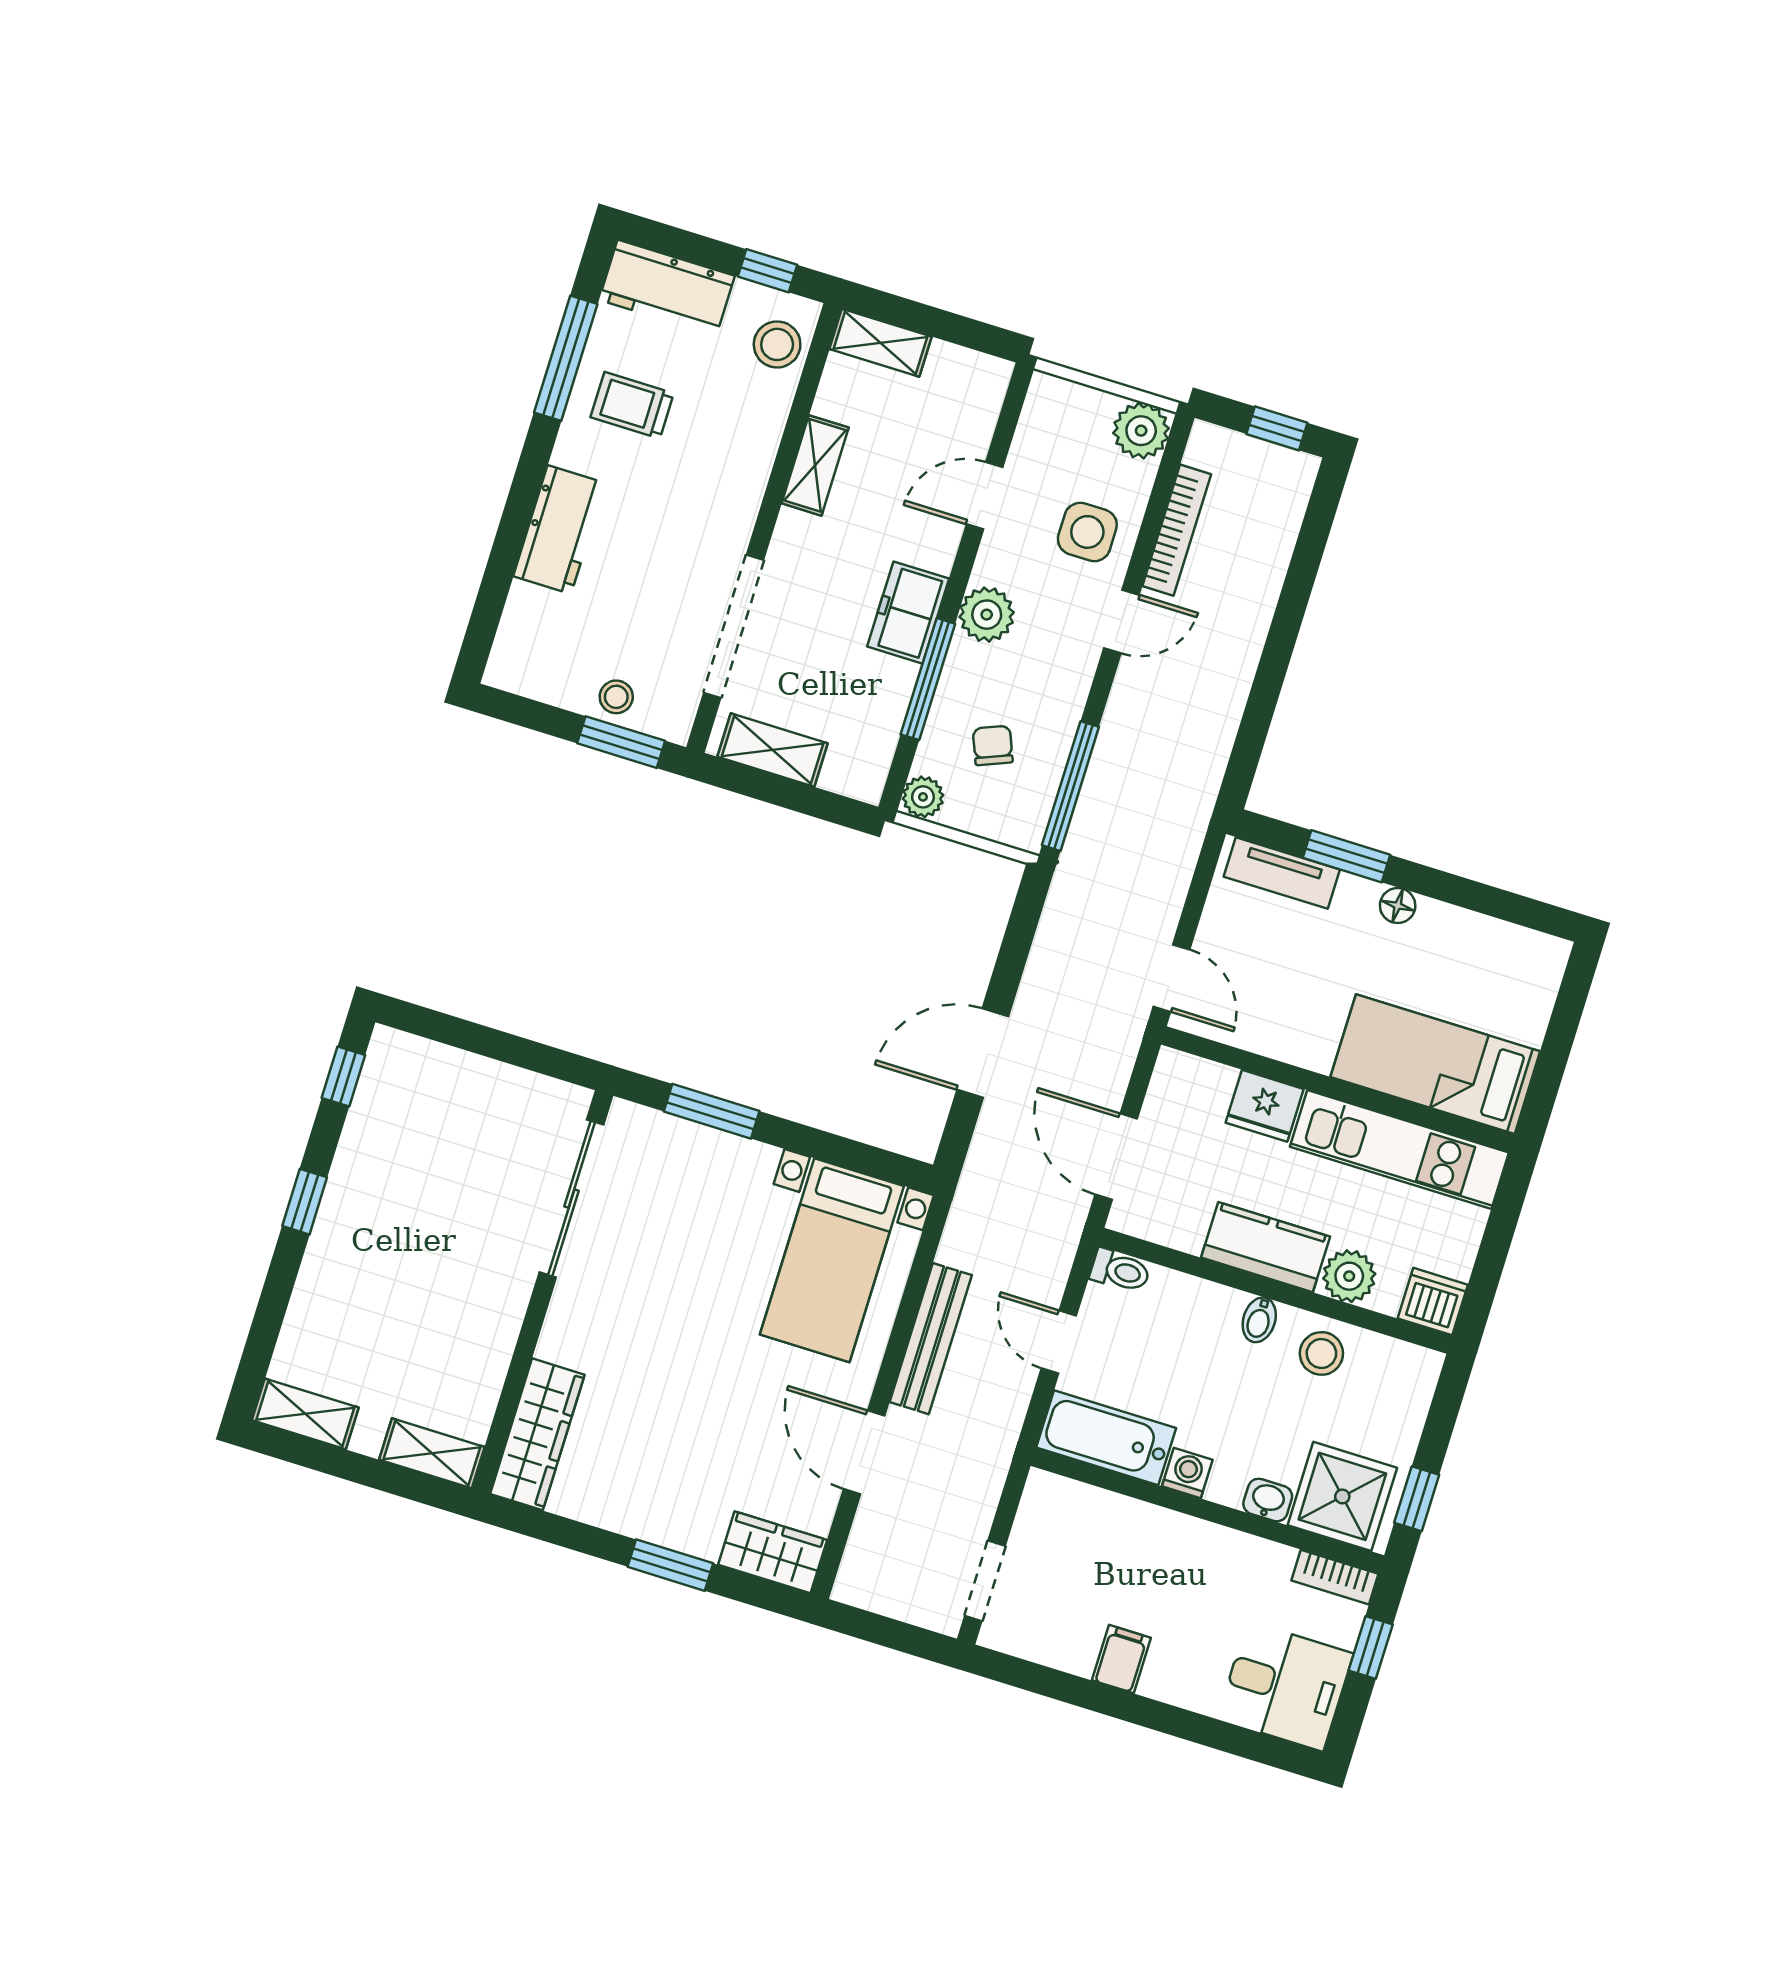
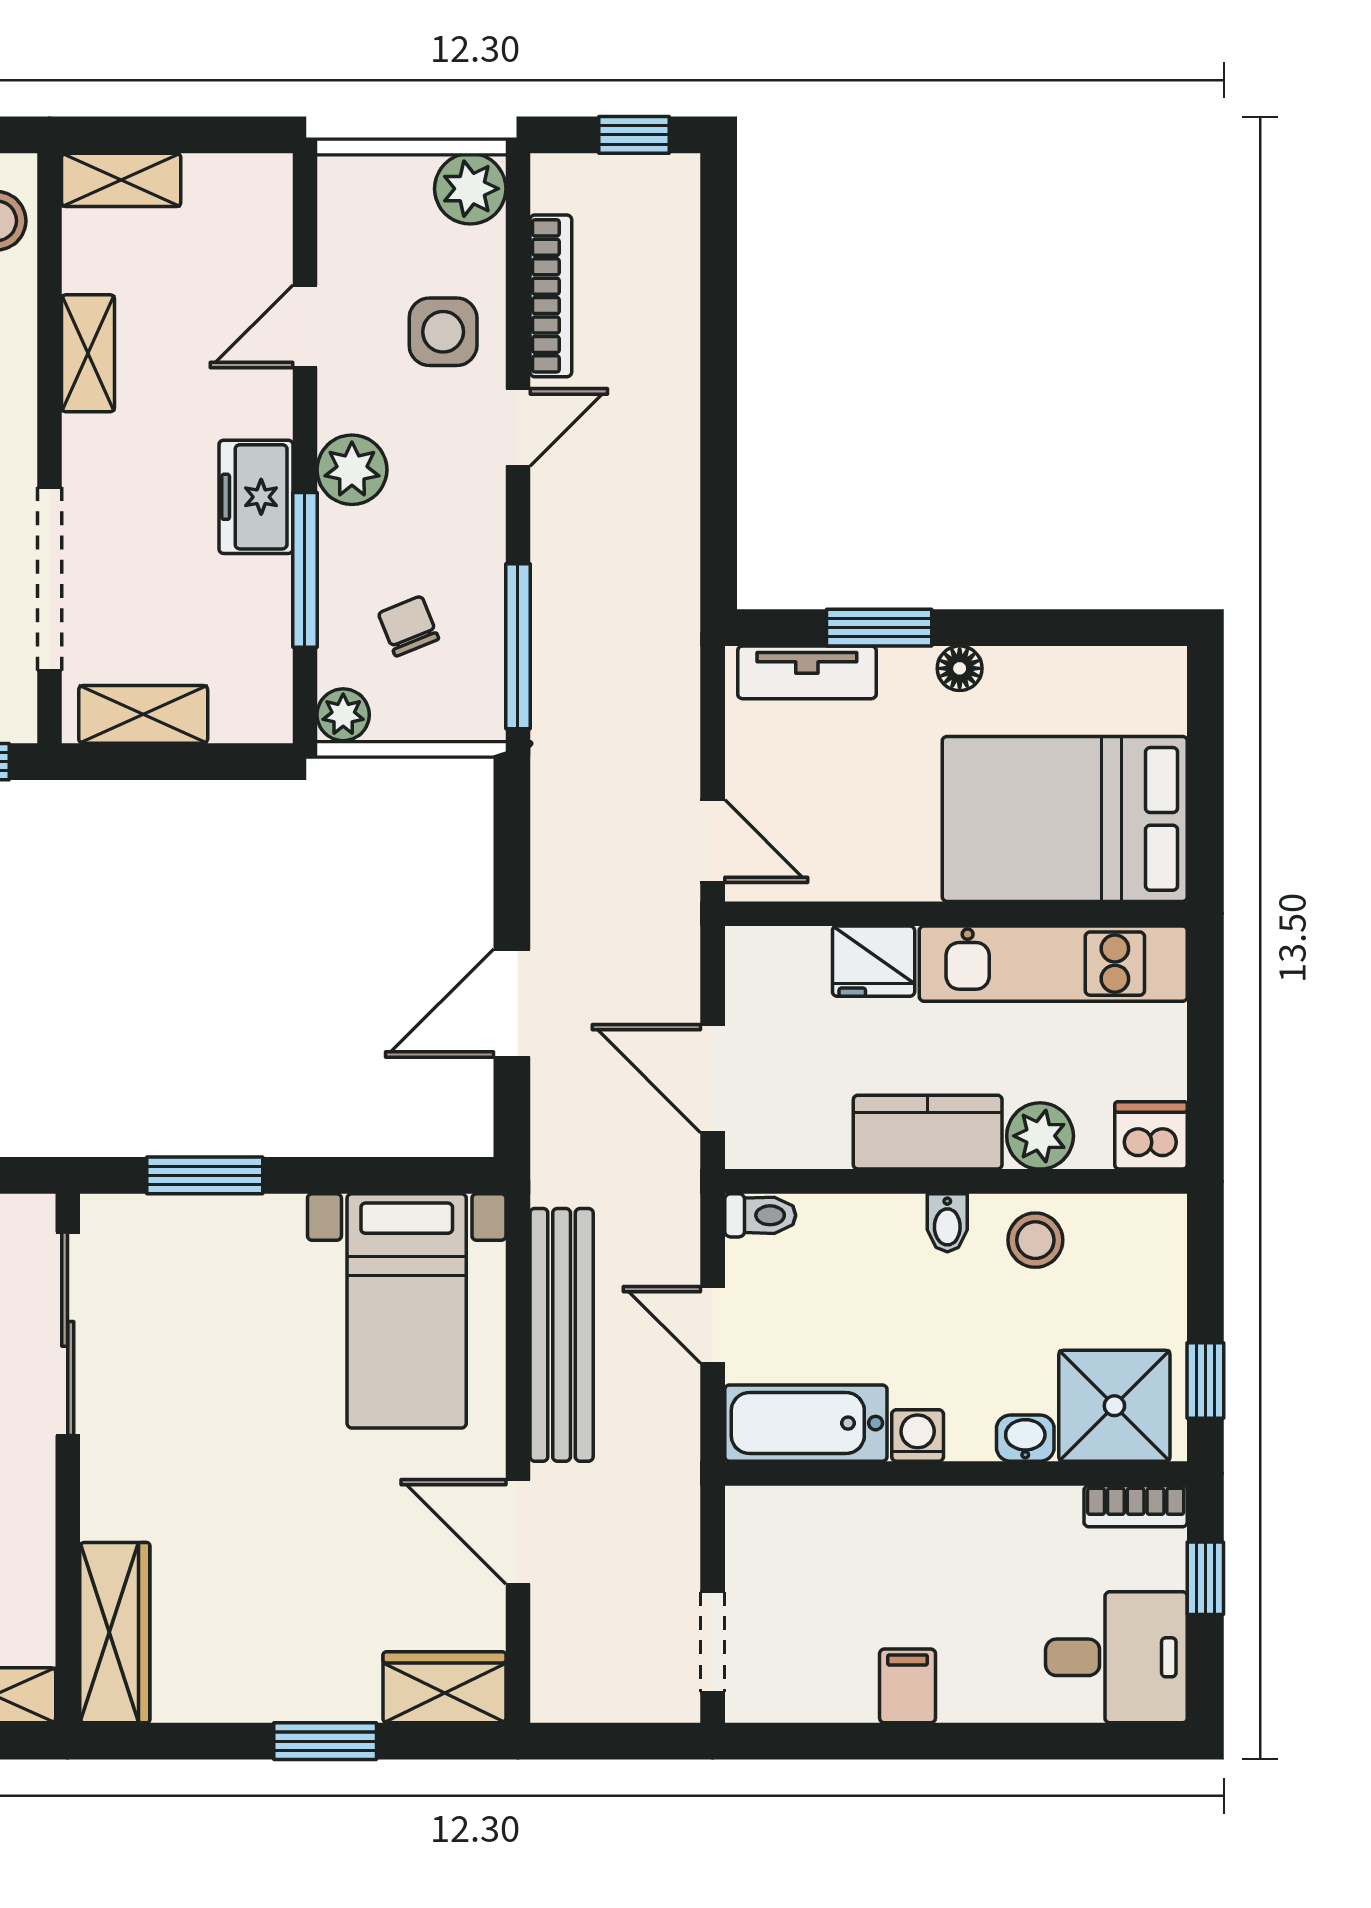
bed: (1435, 1064) -> (1065, 819), width x1.50
bench: (931, 1339) -> (562, 1335), width x1.37, depth x1.21

